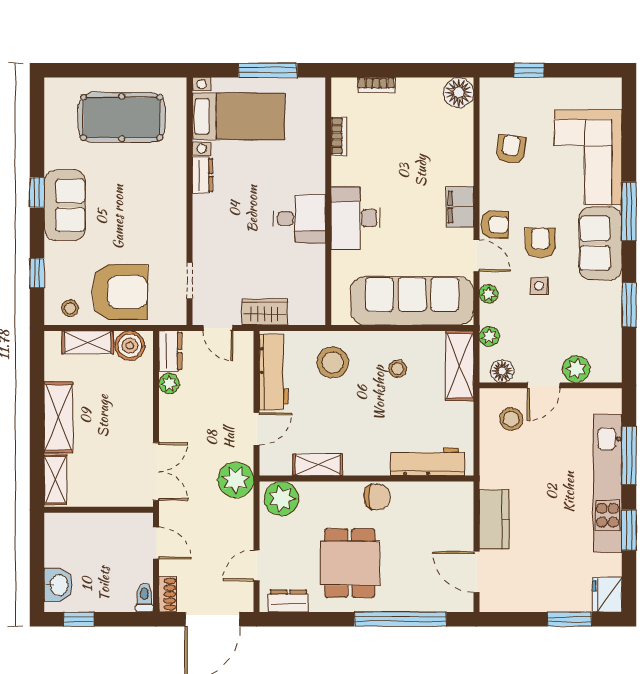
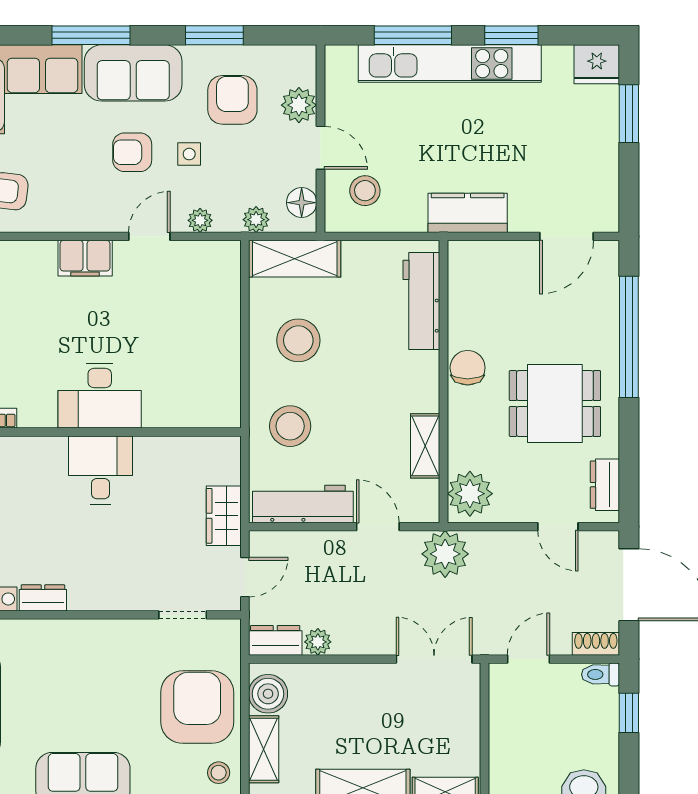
armchair: (495, 225) -> (232, 100), moved, width x1.38, depth x1.38
sofa: (412, 301) -> (209, 321), removed
stool: (398, 369) -> (298, 340), width x1.89, depth x1.89
kitchen counter: (494, 519) -> (468, 213), moved
window: (79, 619) -> (629, 713), moved

